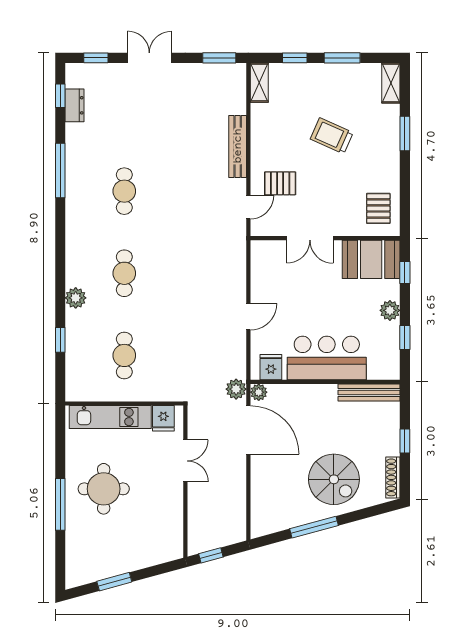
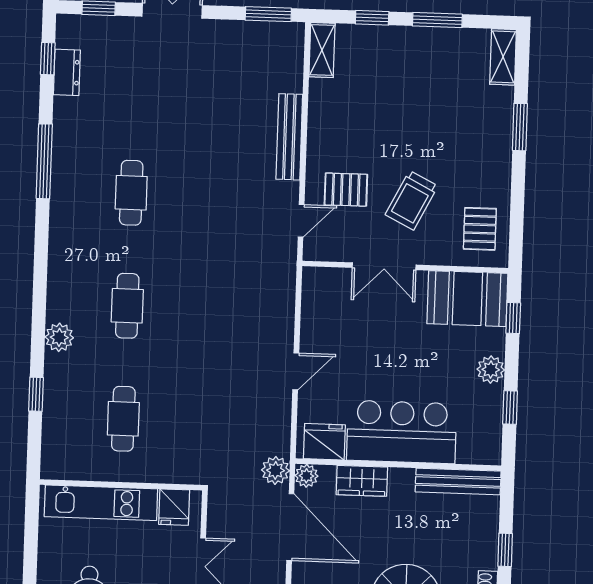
trolley: (332, 136) -> (412, 200), moved, turned -87
fridge: (271, 367) -> (324, 442), width x1.38
wardrobe: (299, 394) -> (362, 481), added

